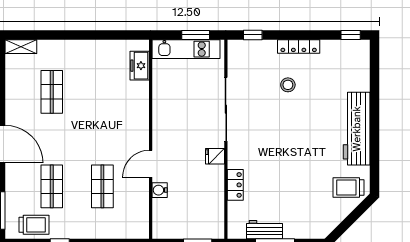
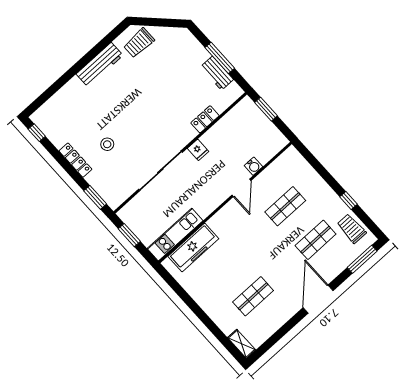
window: (253, 35) -> (95, 197), width x1.50
kitchen unit: (186, 49) -> (175, 235), moved, turned -90
freezer: (140, 66) -> (193, 248), width x1.91, depth x1.26
workbench: (357, 129) -> (100, 65), width x0.73, depth x0.76
door: (151, 164) -> (241, 188), hinge flipped
trolley: (348, 187) -> (139, 43), turned 90

